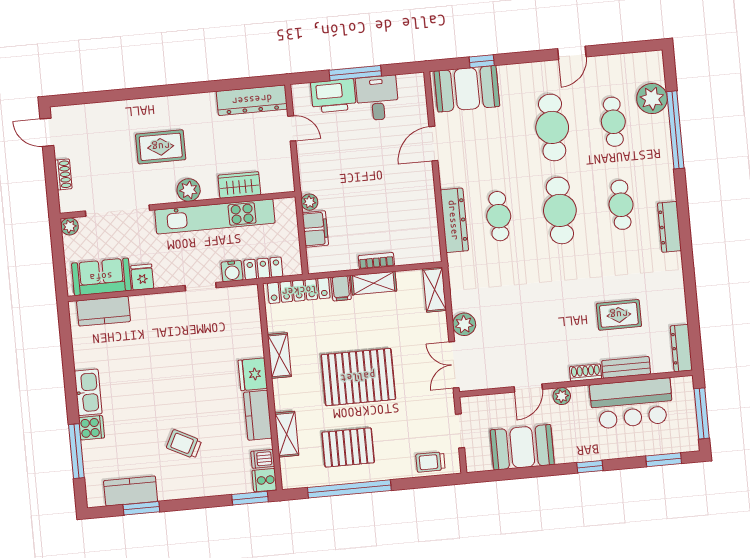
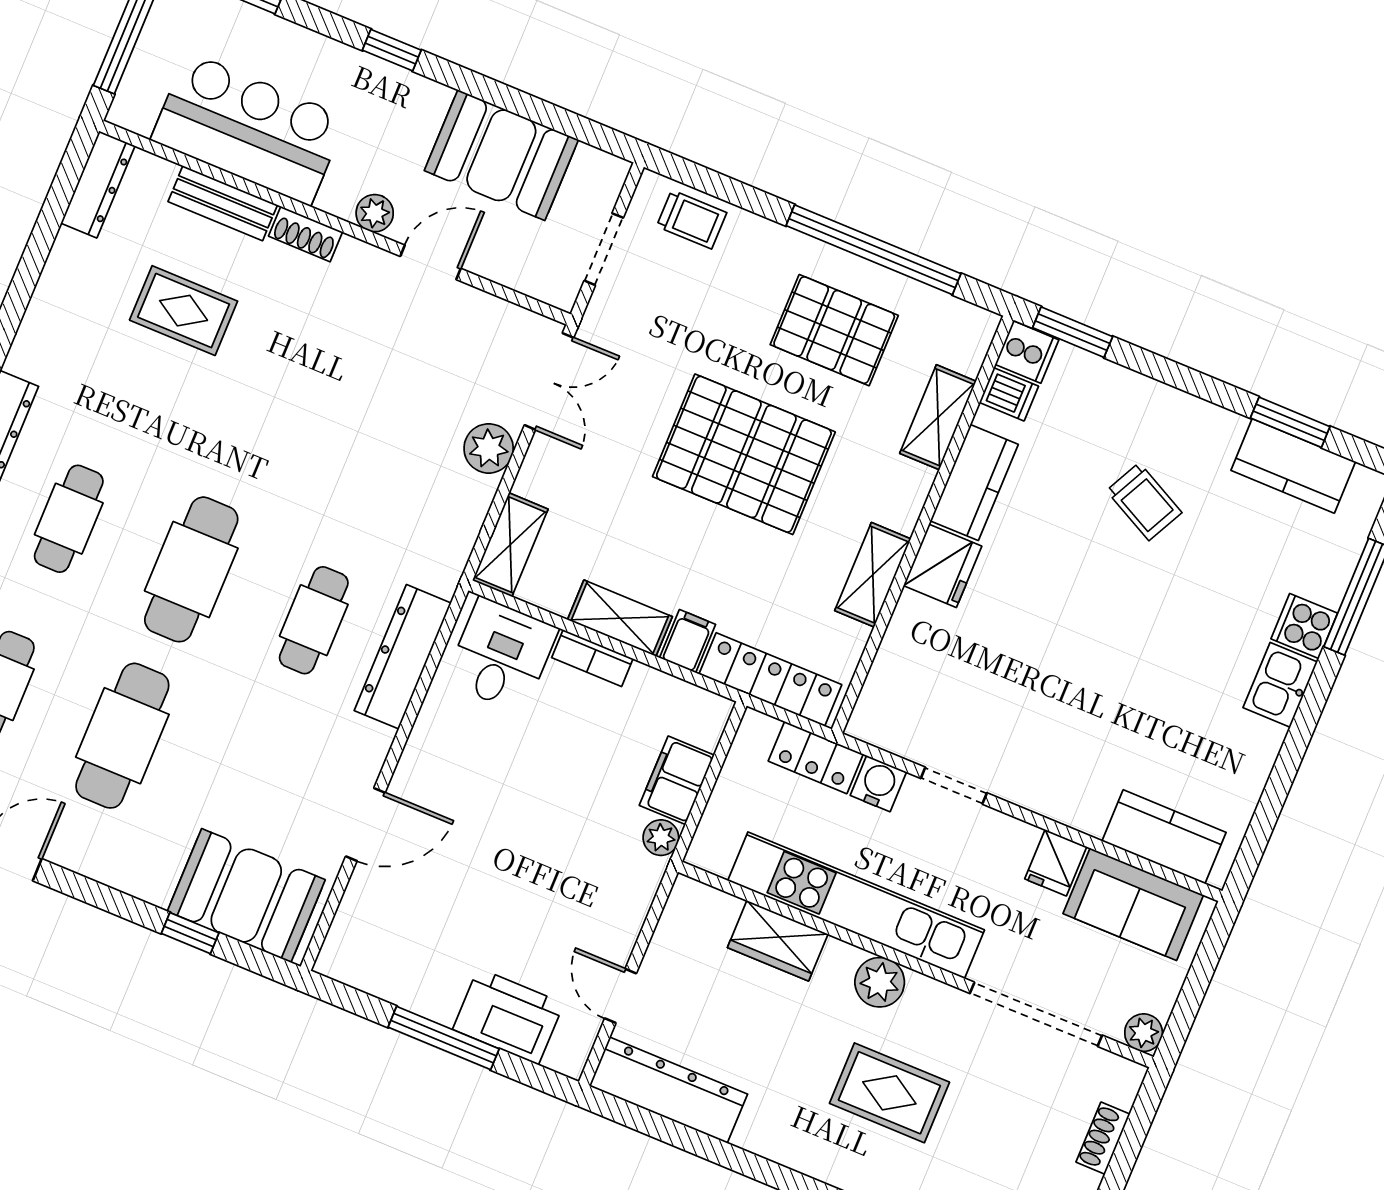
desk: (377, 98) -> (501, 655), moved, turned 180
kitchen sink: (88, 392) -> (1280, 685), width x0.73

